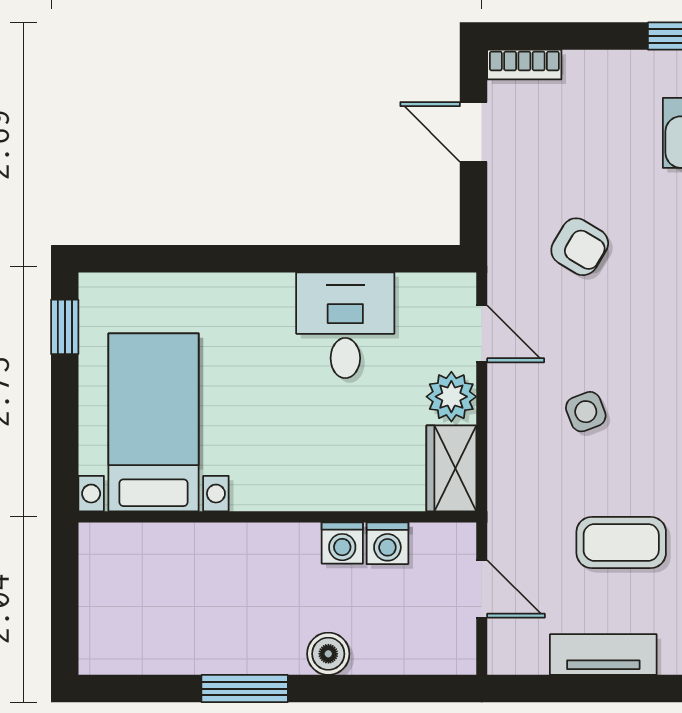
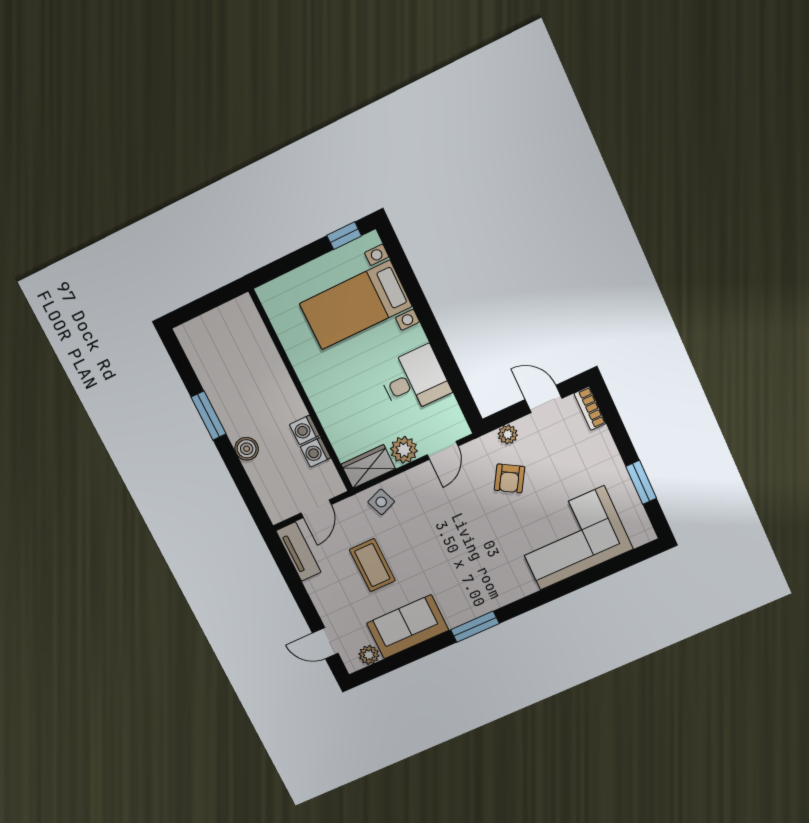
door: (474, 132) -> (544, 399), hinge flipped
plant: (505, 216) -> (508, 434), added
side table: (586, 412) -> (381, 502), moved
bed with nightstands: (154, 422) -> (356, 305), moved, turned 180
tv unit: (603, 655) -> (298, 552), moved

